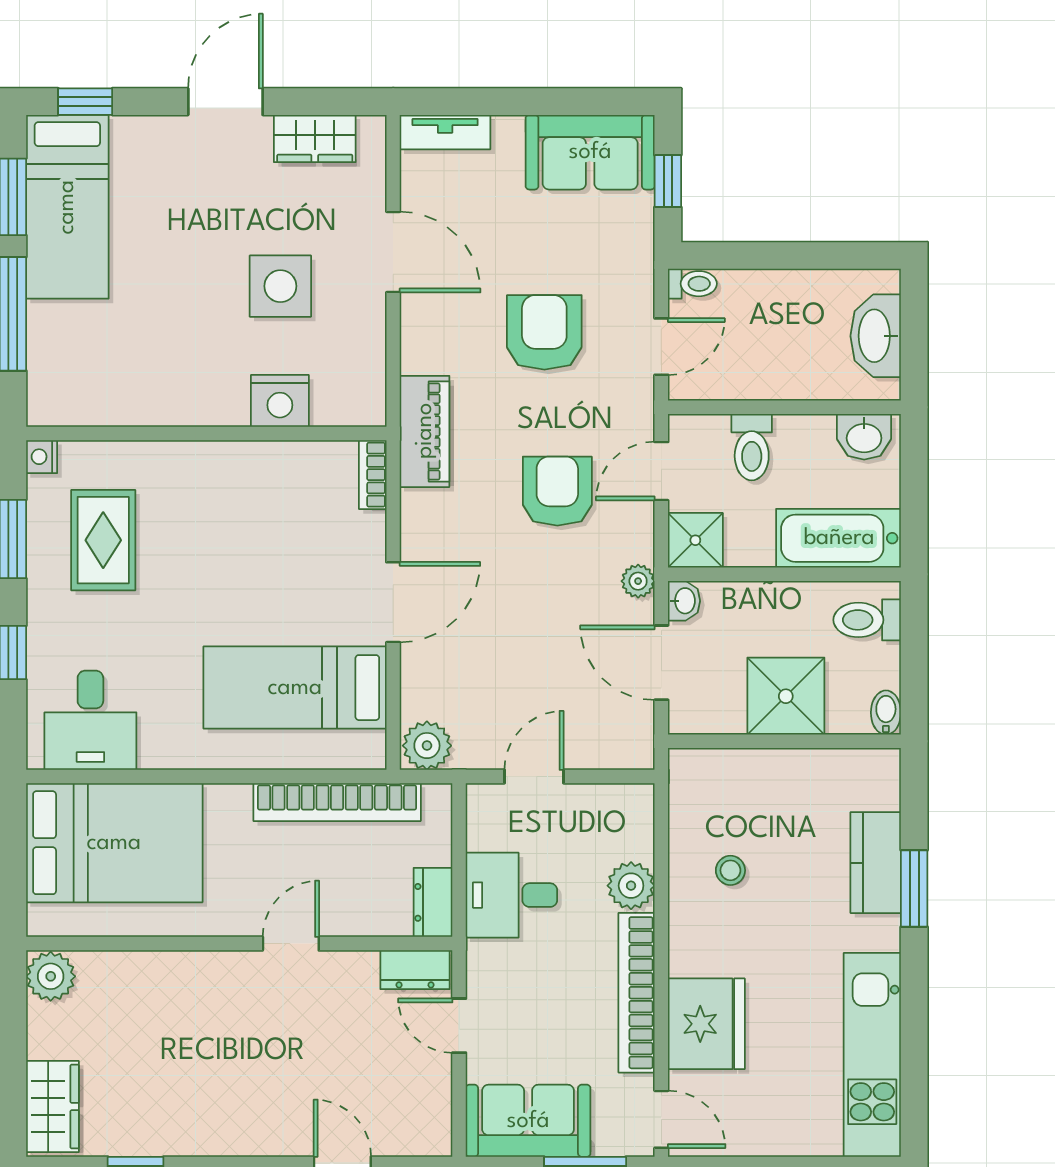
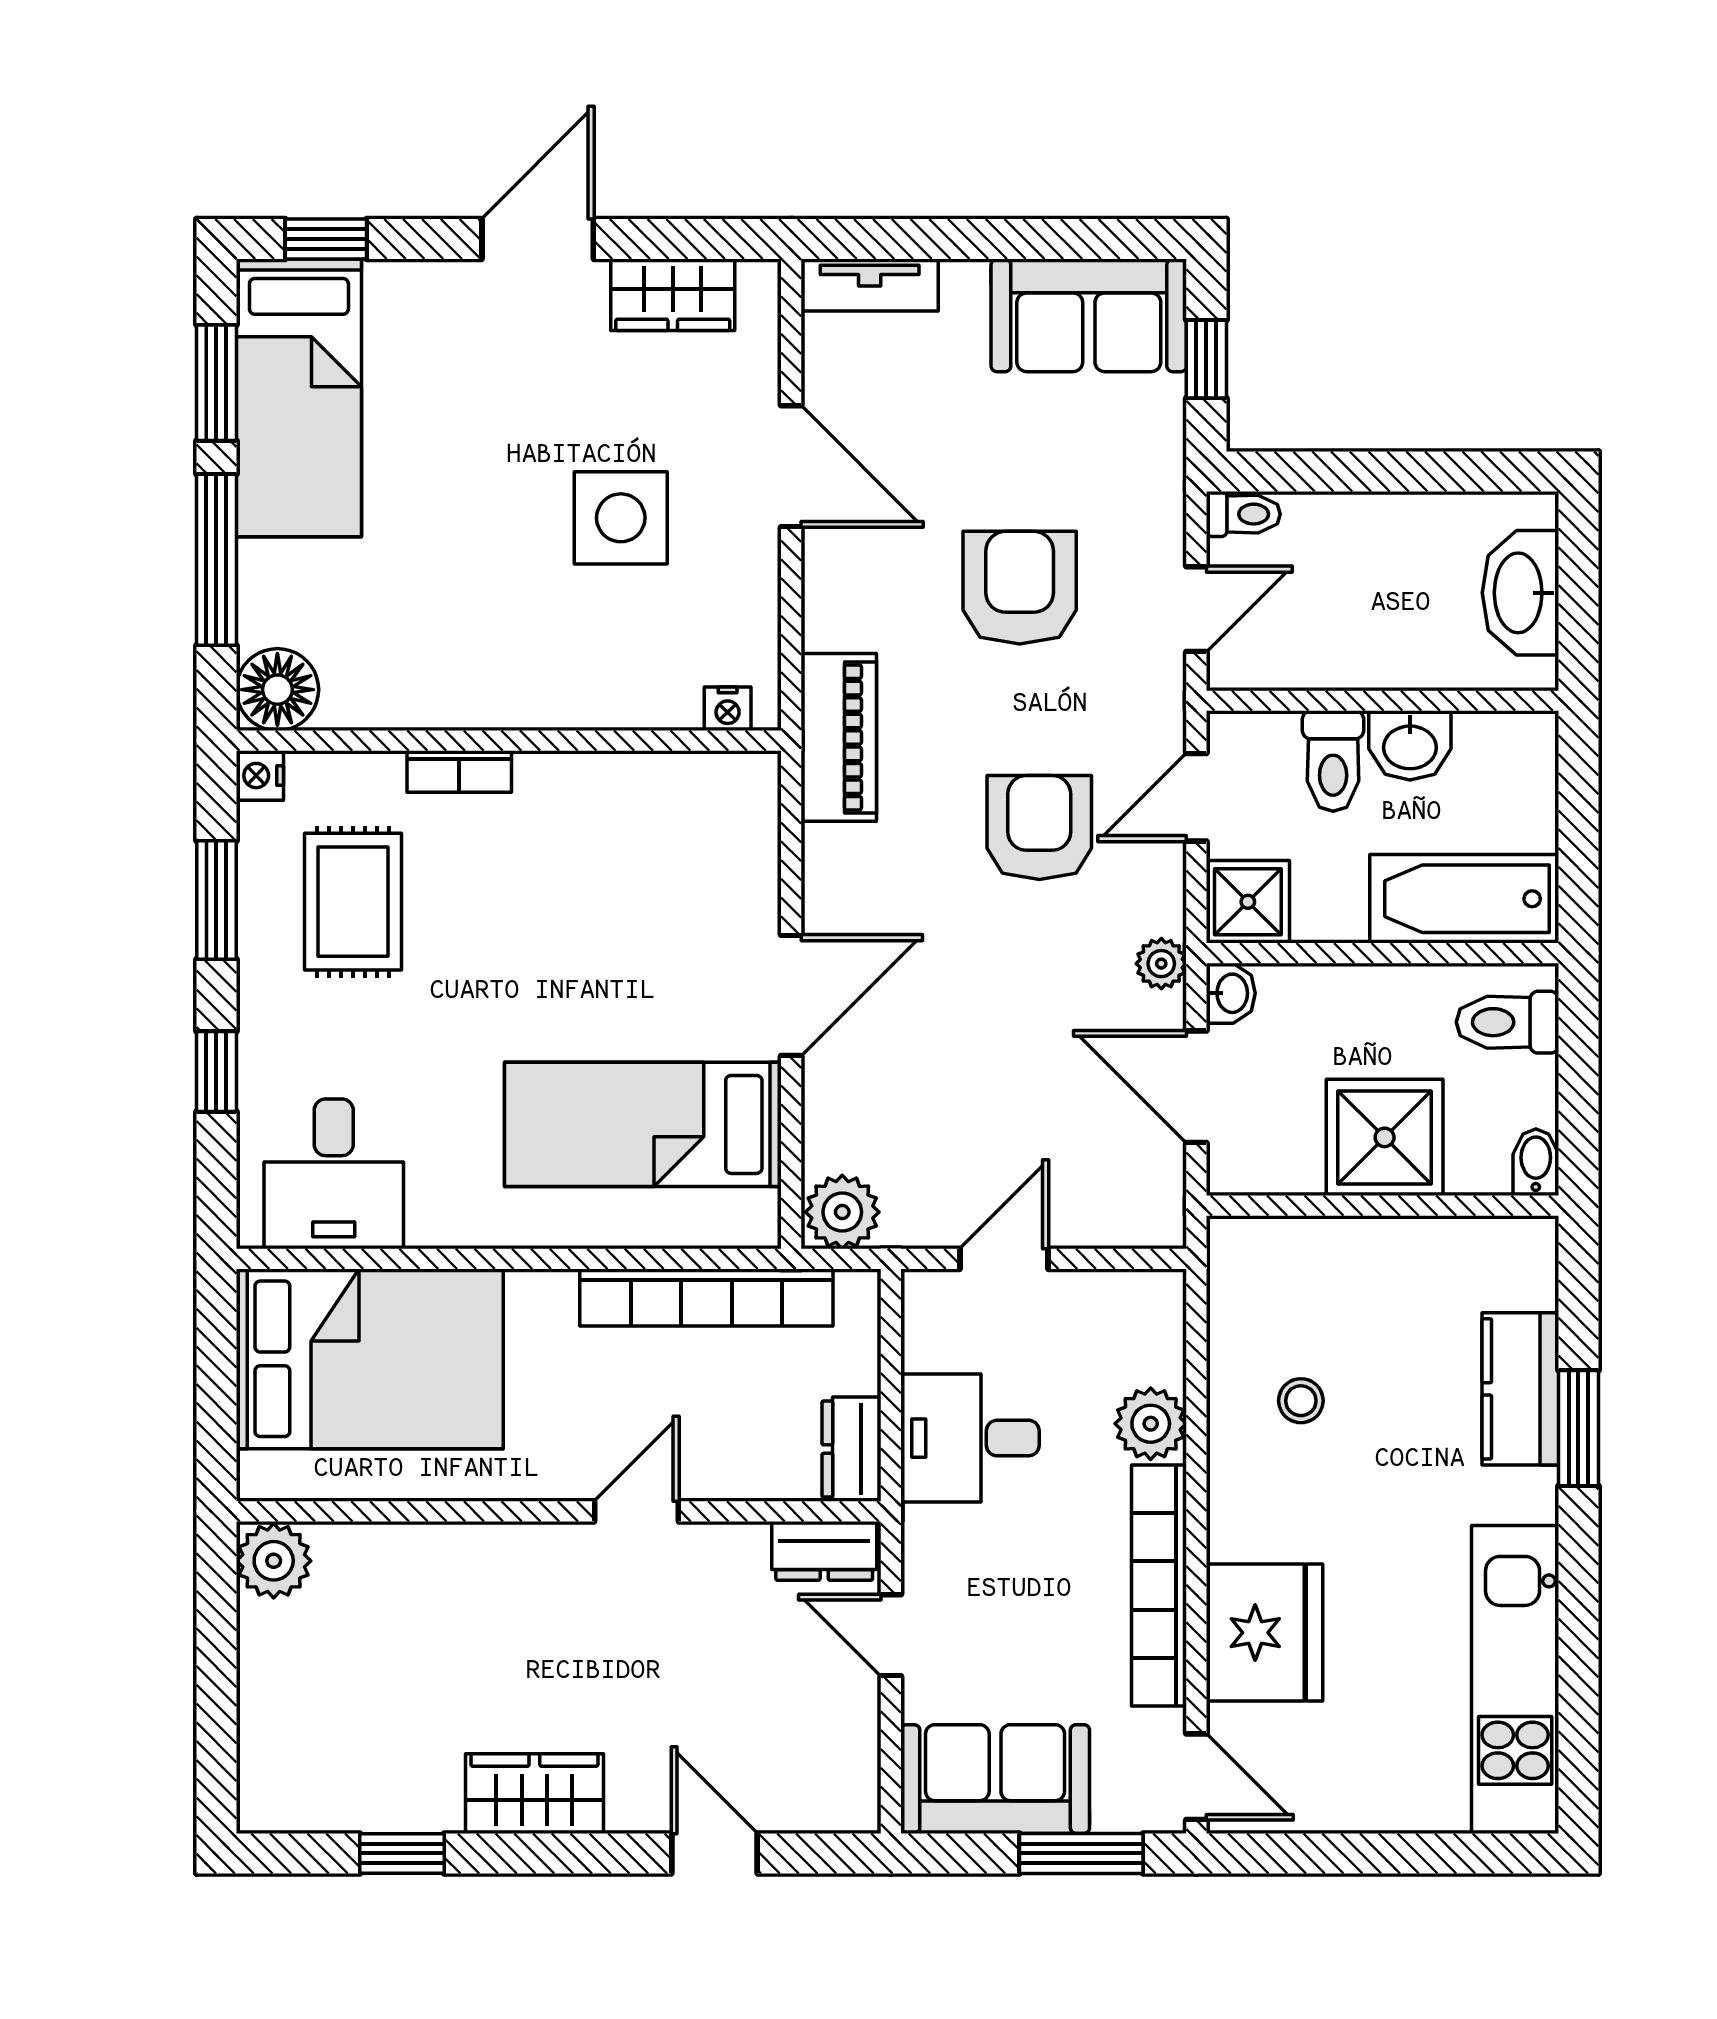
floor lamp: (53, 400) -> (277, 690), added
nightstand: (280, 401) -> (728, 709), moved, width x0.53, depth x0.56
washbasin: (864, 437) -> (1410, 745), moved
bookcase: (373, 475) -> (459, 771), moved, turned -90
wardrobe: (52, 1107) -> (534, 1794), moved, turned -90

